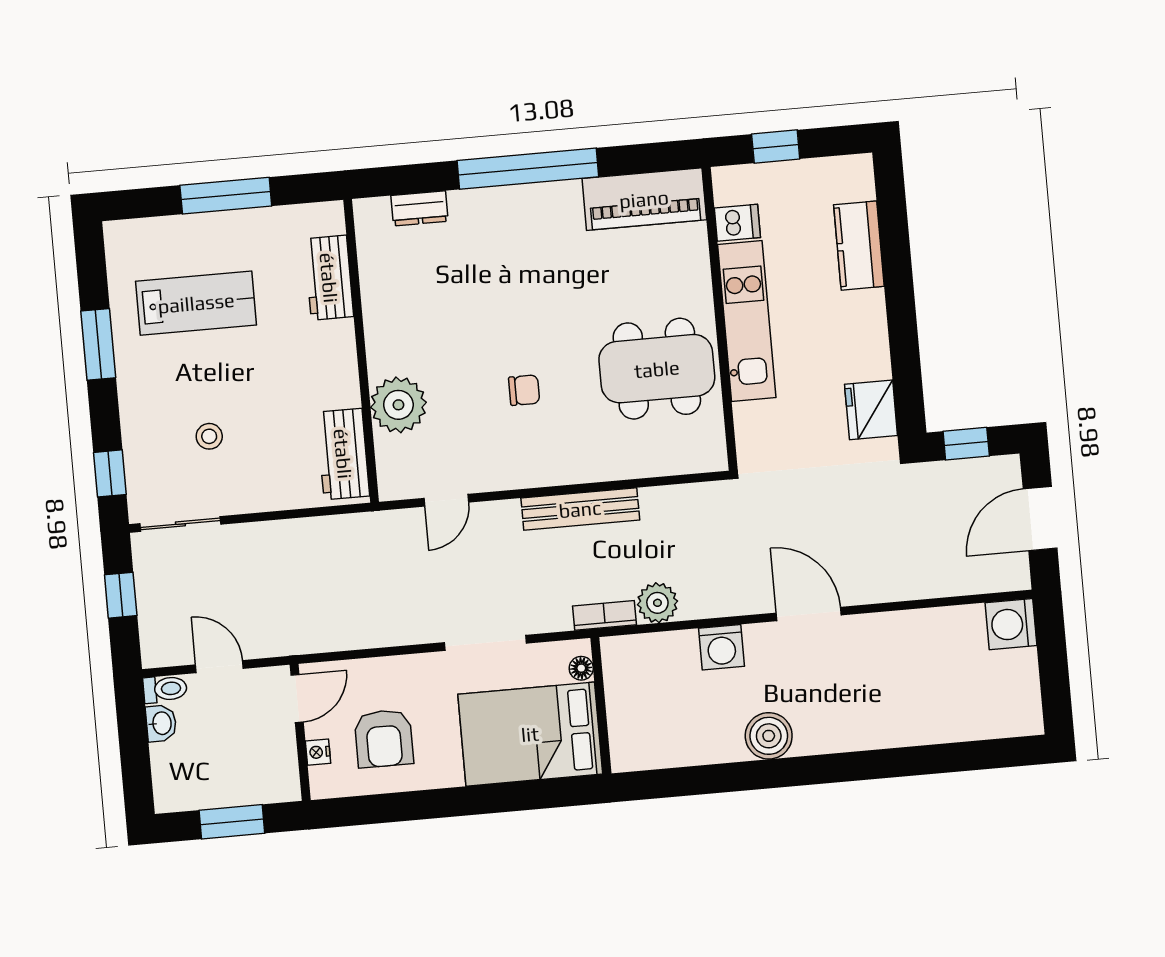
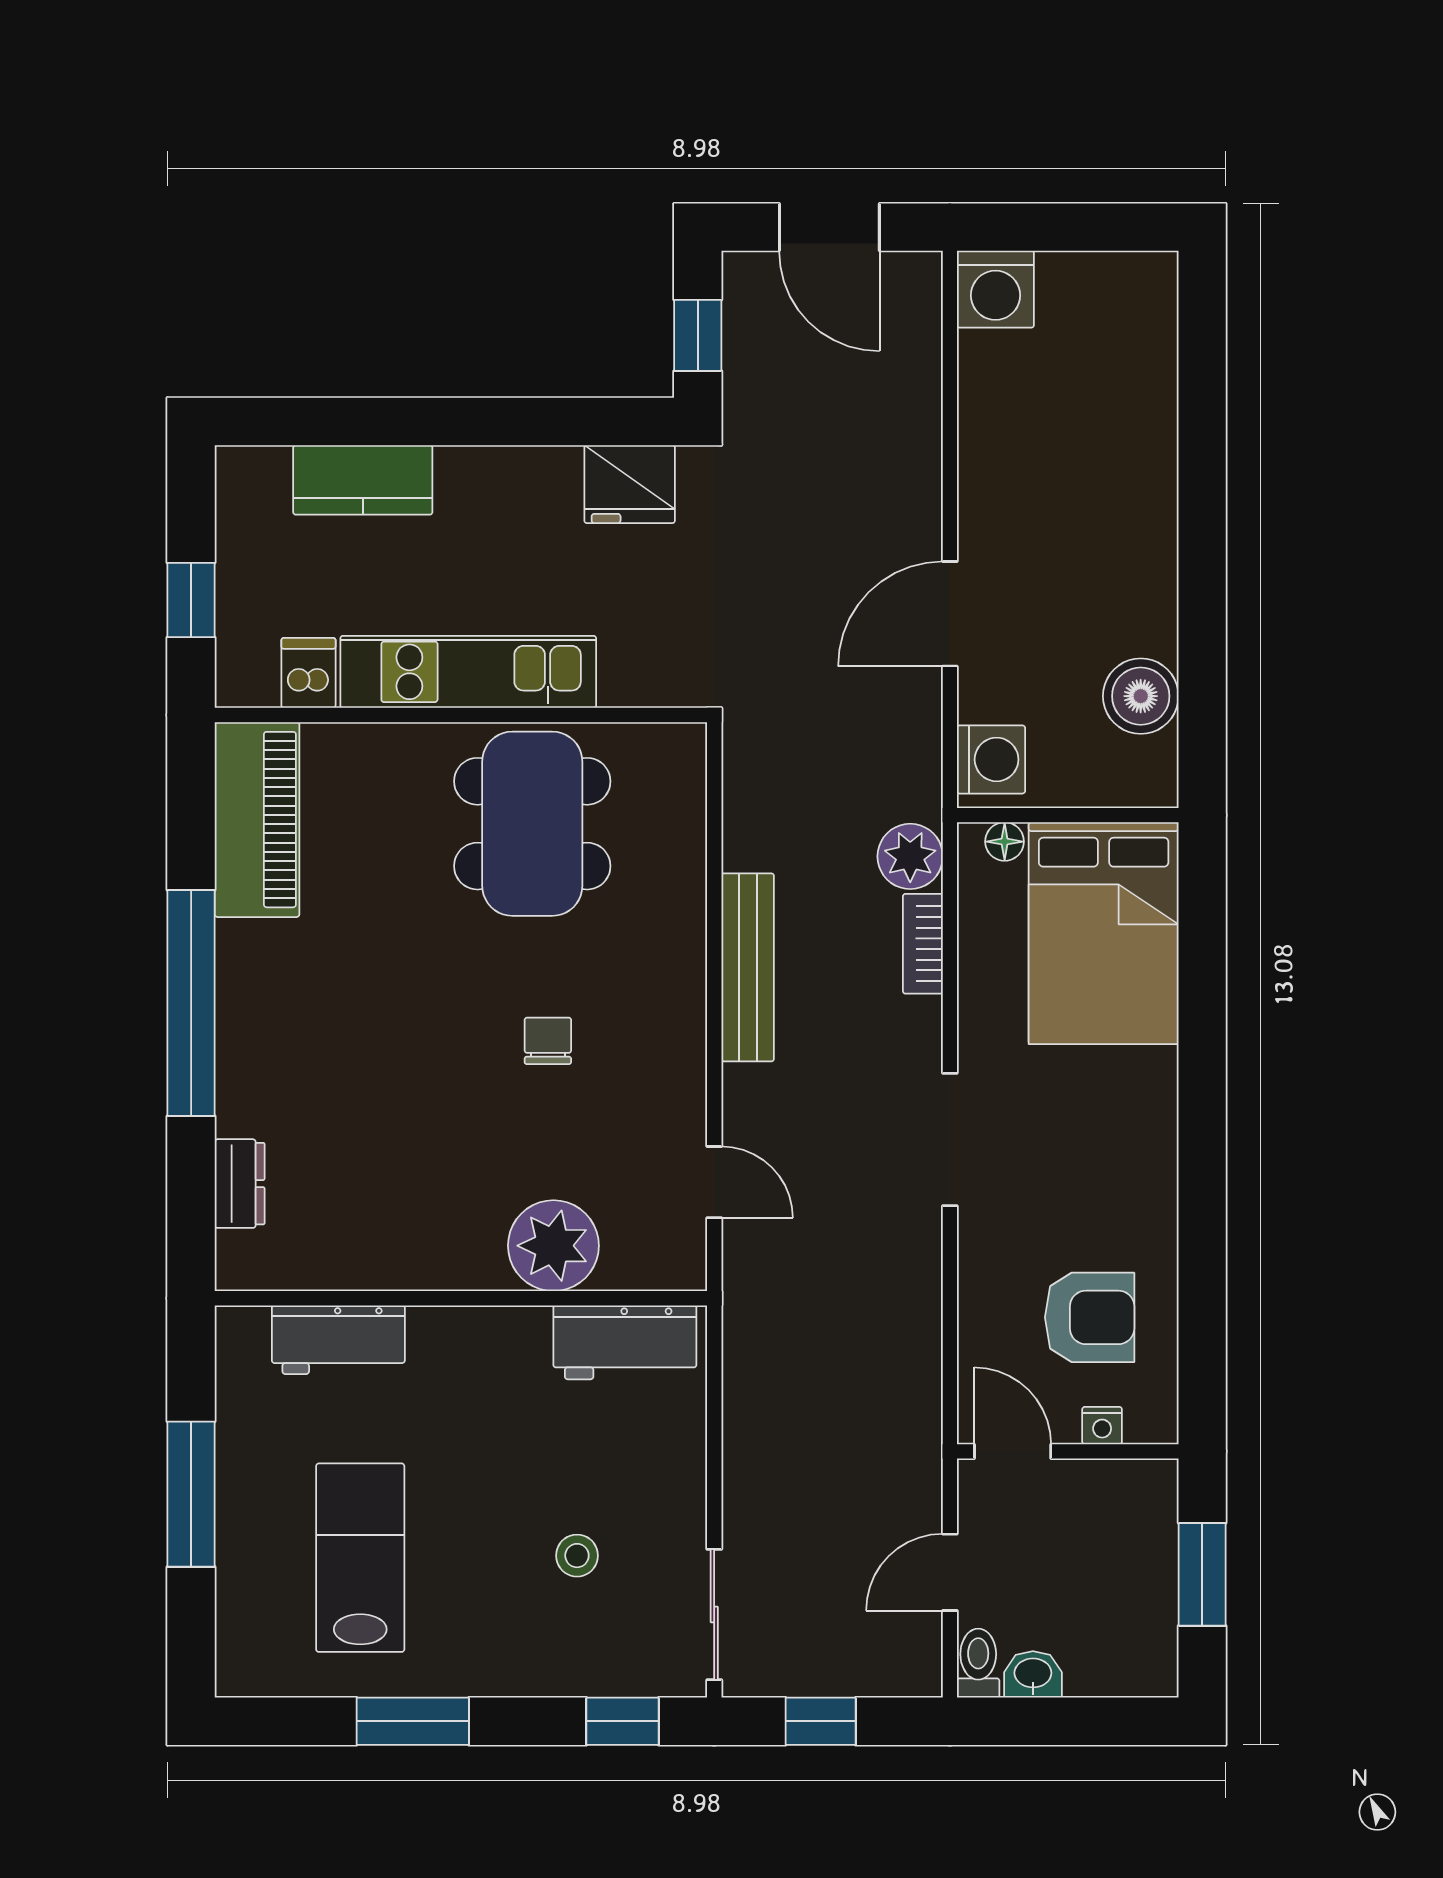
floor lamp: (581, 668) -> (1005, 842), moved
wall: (601, 706) -> (1068, 815), moved
bed: (530, 734) -> (1104, 933), moved

